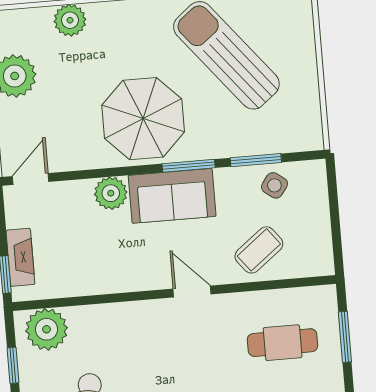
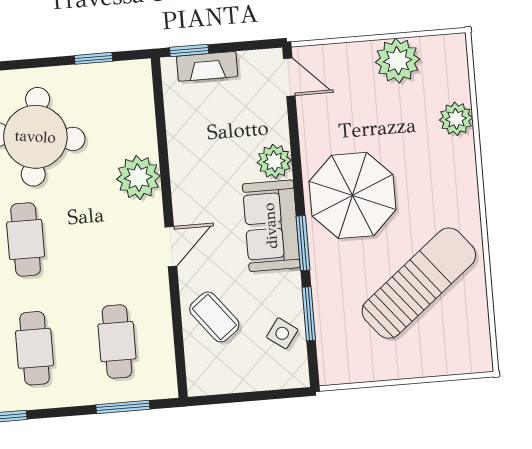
plant: (47, 329) -> (138, 178), moved

